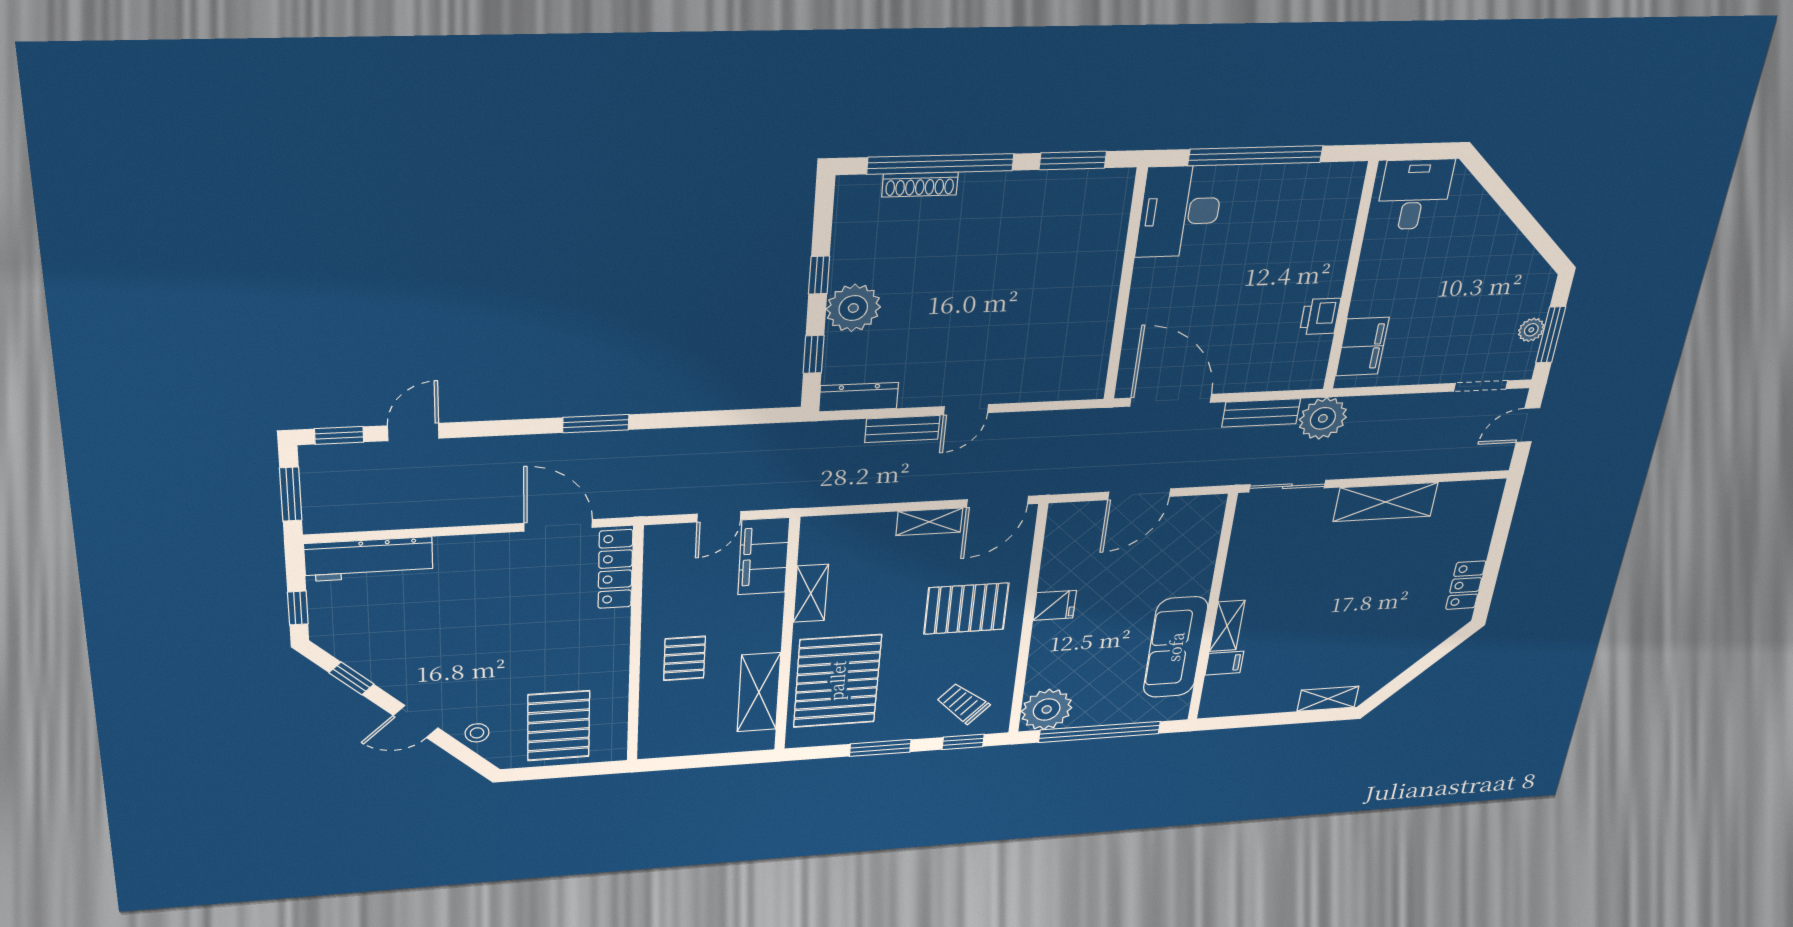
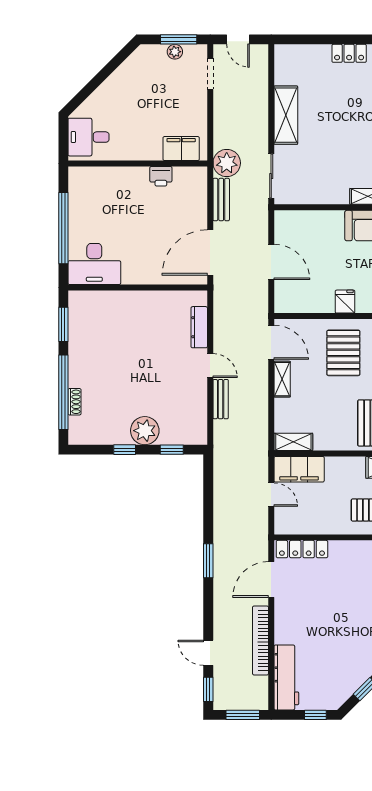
shoe rack: (920, 184) -> (75, 402), width x0.70
dresser: (859, 397) -> (199, 327), moved
bookcase: (440, 515) -> (260, 640), added
shelving: (811, 593) -> (293, 442), moved

